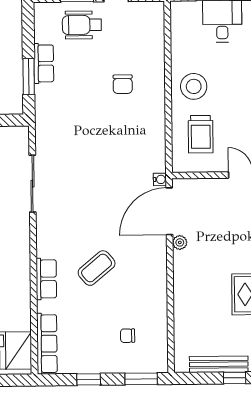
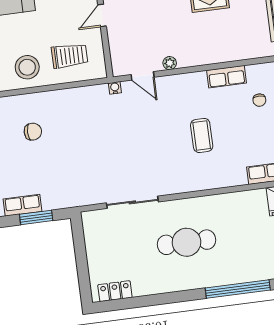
door: (169, 211) -> (143, 76), width x0.53
coffee table: (97, 268) -> (202, 135), turned 40
row of seats: (46, 279) -> (227, 77), moved, turned 180

